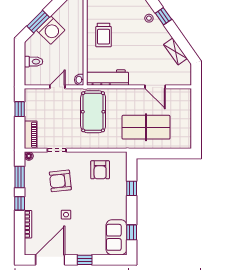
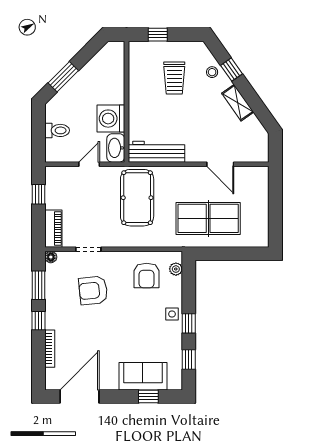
washing machine: (51, 30) -> (111, 119), moved, turned 135
trolley: (104, 35) -> (174, 78), moved
shelving: (175, 51) -> (238, 103), moved
washbasin: (79, 80) -> (116, 148), width x1.91, depth x1.45
plant: (122, 165) -> (176, 269), added
window: (132, 188) -> (189, 323), moved
side table: (66, 215) -> (172, 314), moved
sofa: (116, 237) -> (143, 376), moved, turned 90
window: (85, 260) -> (148, 397), moved

